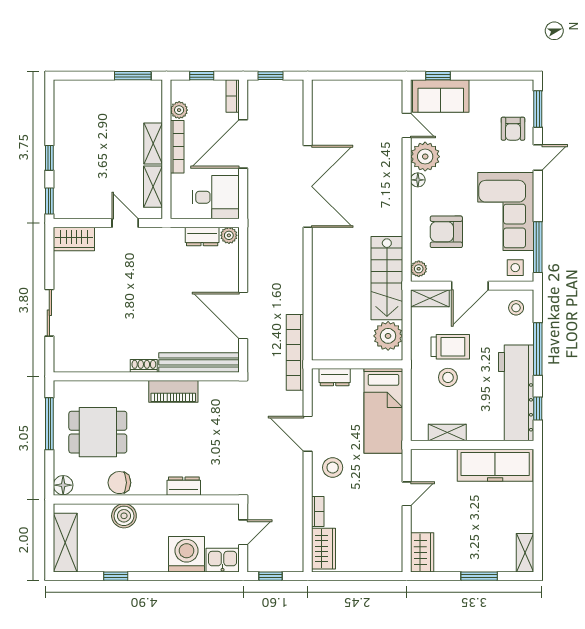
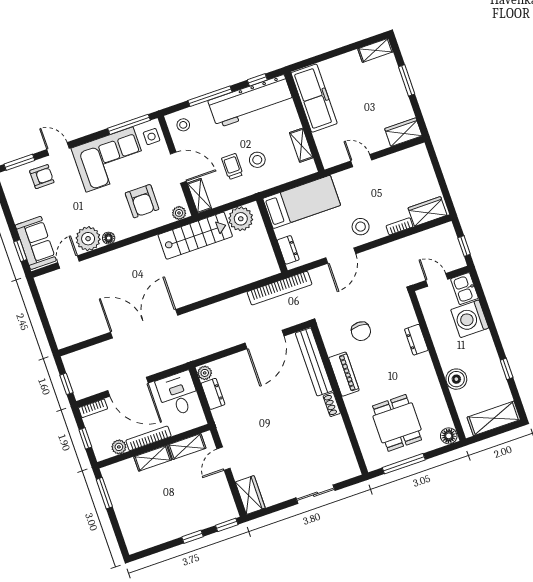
trolley: (450, 347) -> (232, 166), width x0.73, depth x0.72
chair: (119, 483) -> (361, 331), moved

